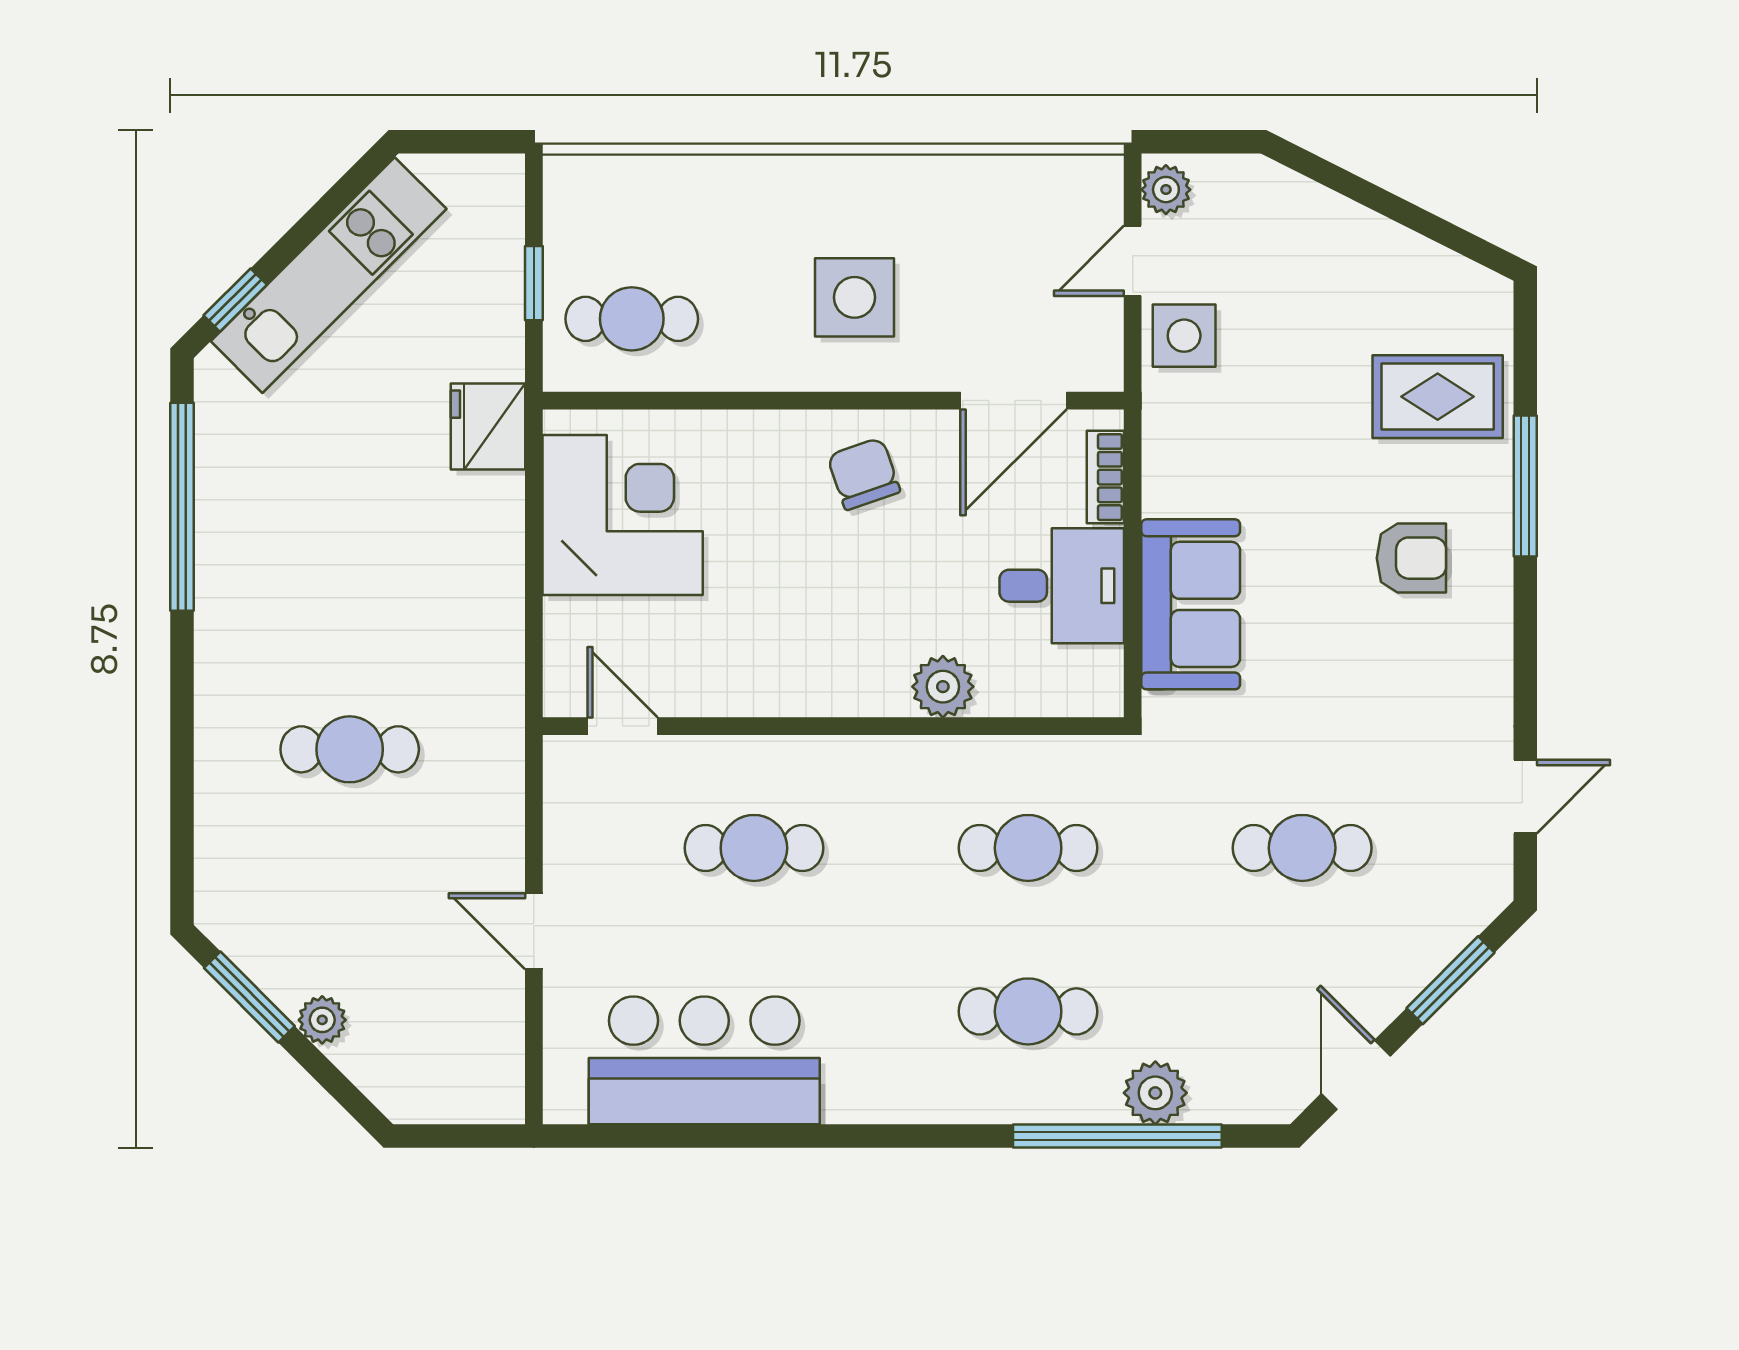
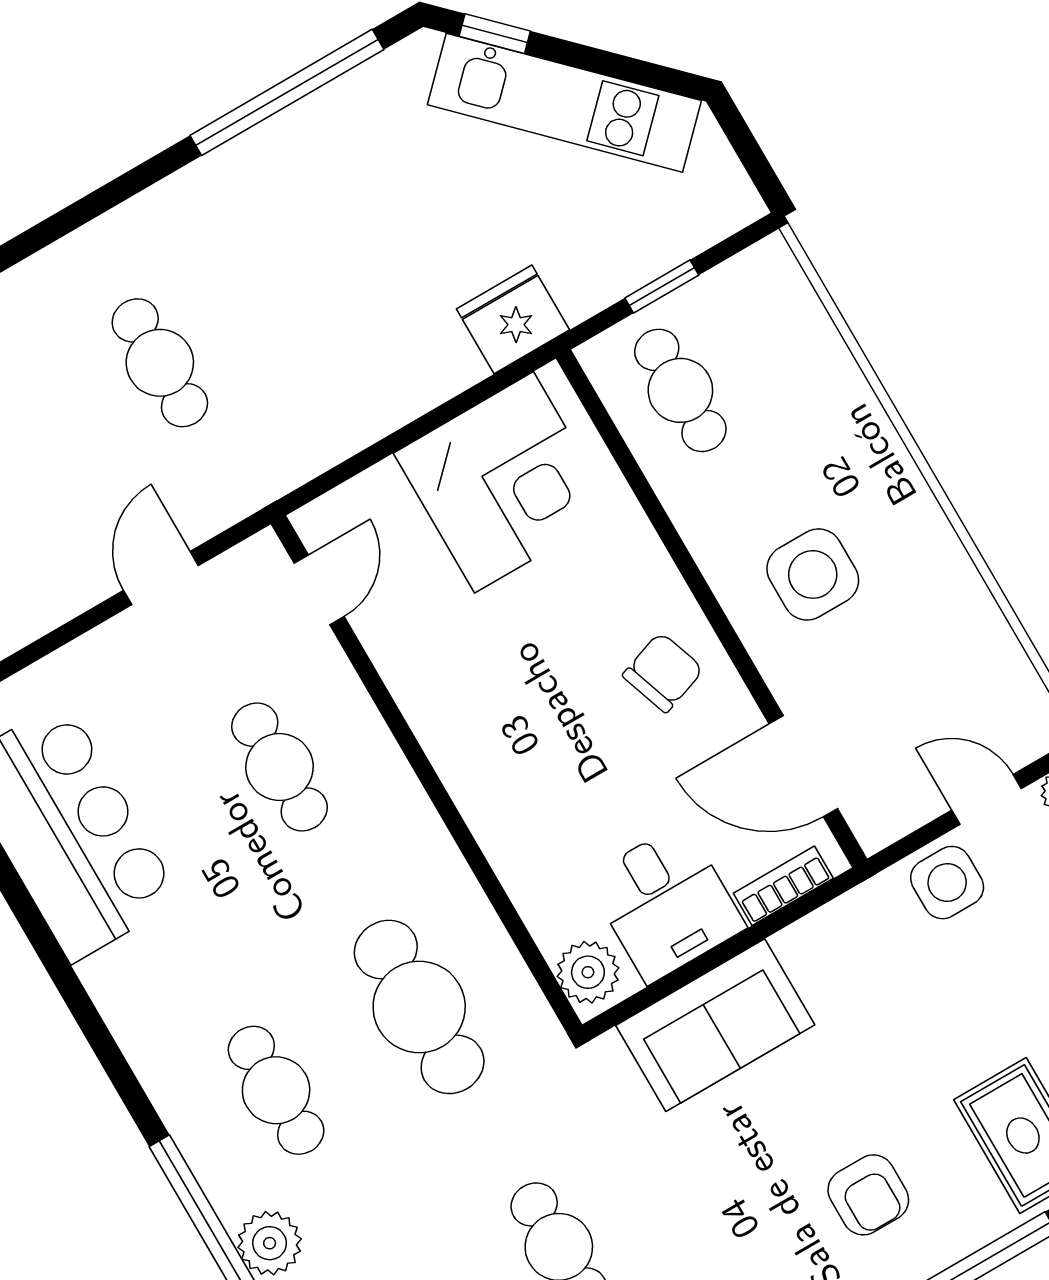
plant: (943, 687) -> (588, 972), moved
cafe table: (1028, 848) -> (419, 1007), width x1.37, depth x1.35
door: (534, 931) -> (161, 578), moved

